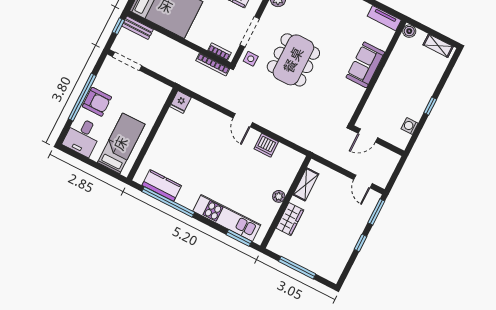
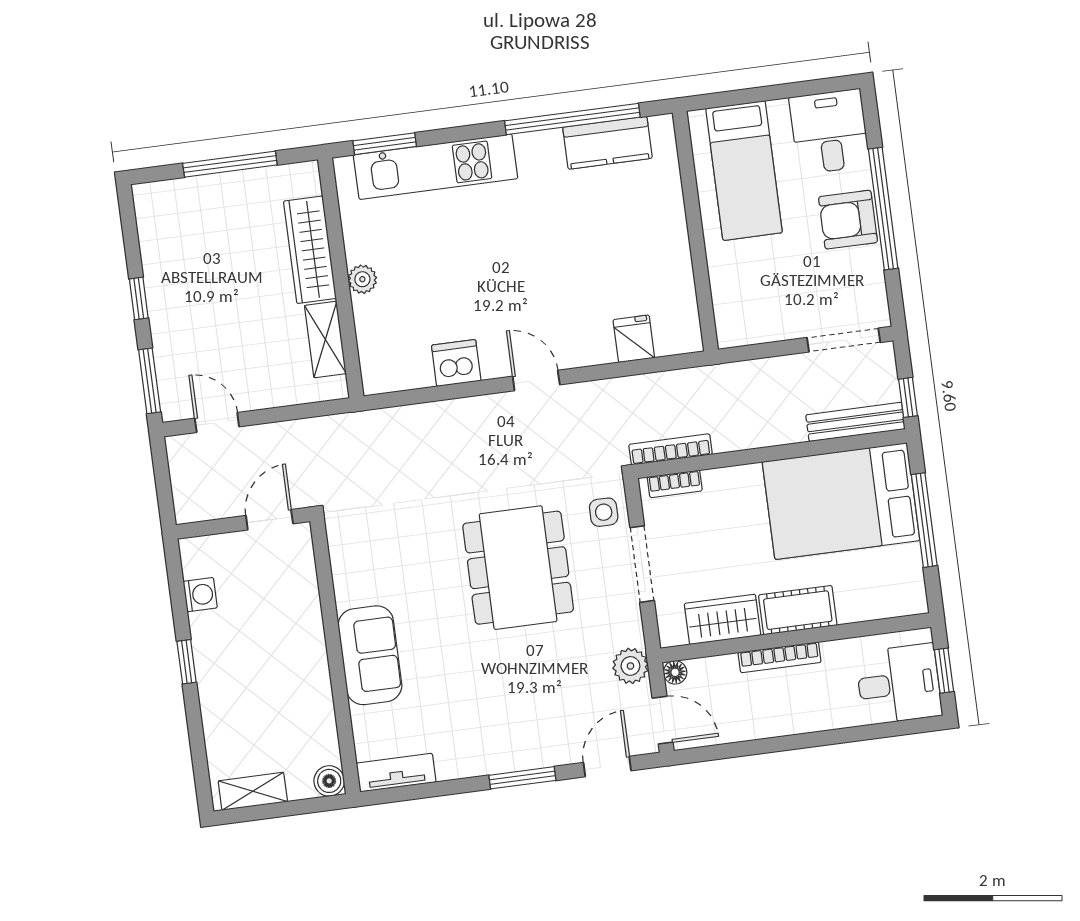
bench: (138, 28) -> (855, 422), width x1.36
fridge: (181, 102) -> (634, 339), moved
wardrobe: (290, 219) -> (310, 250), width x1.50

